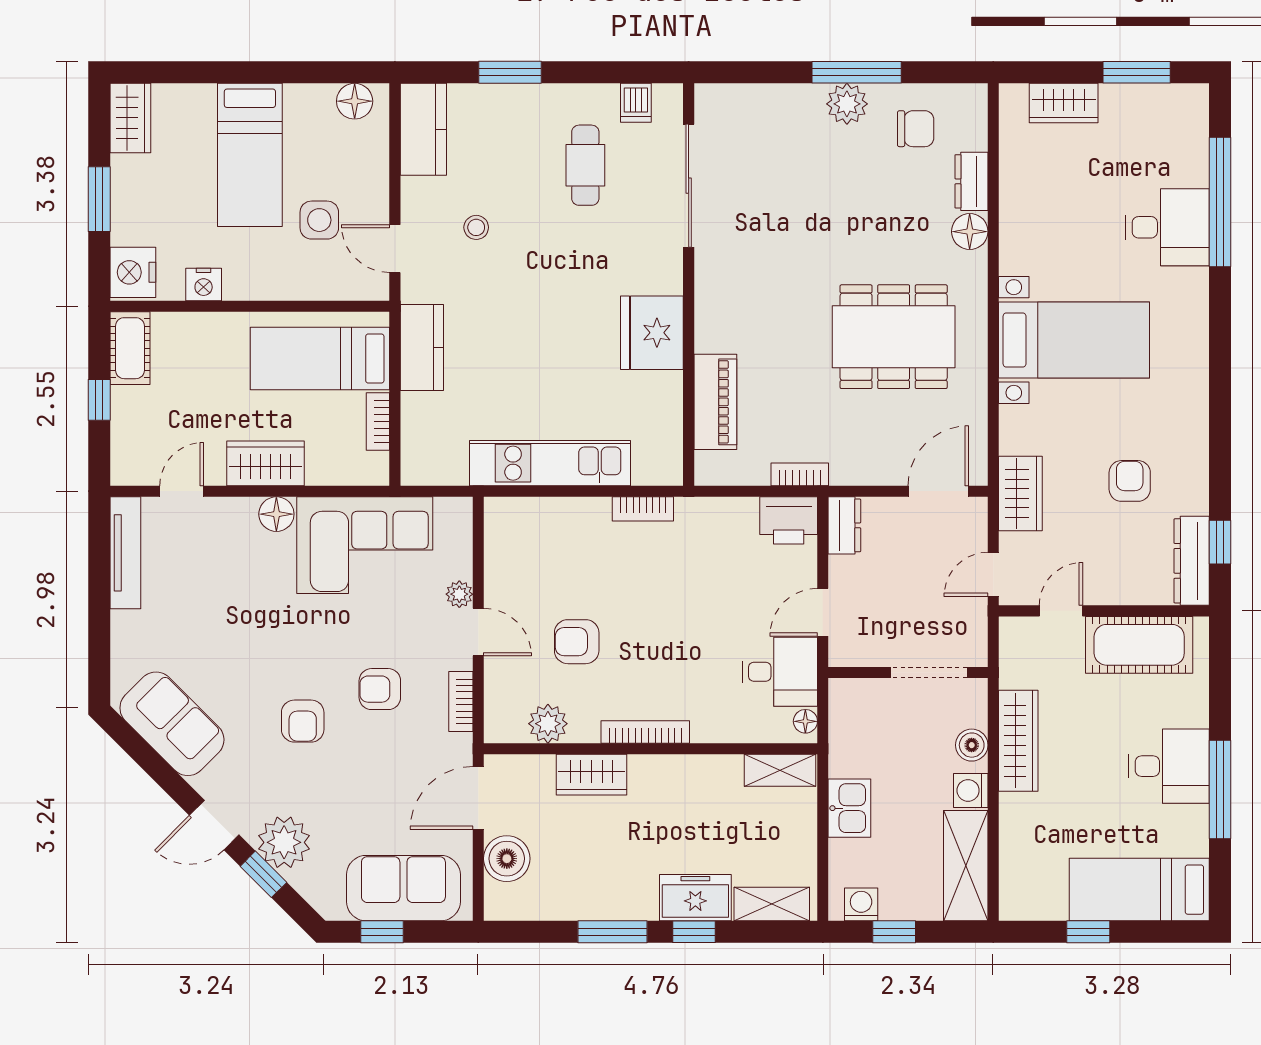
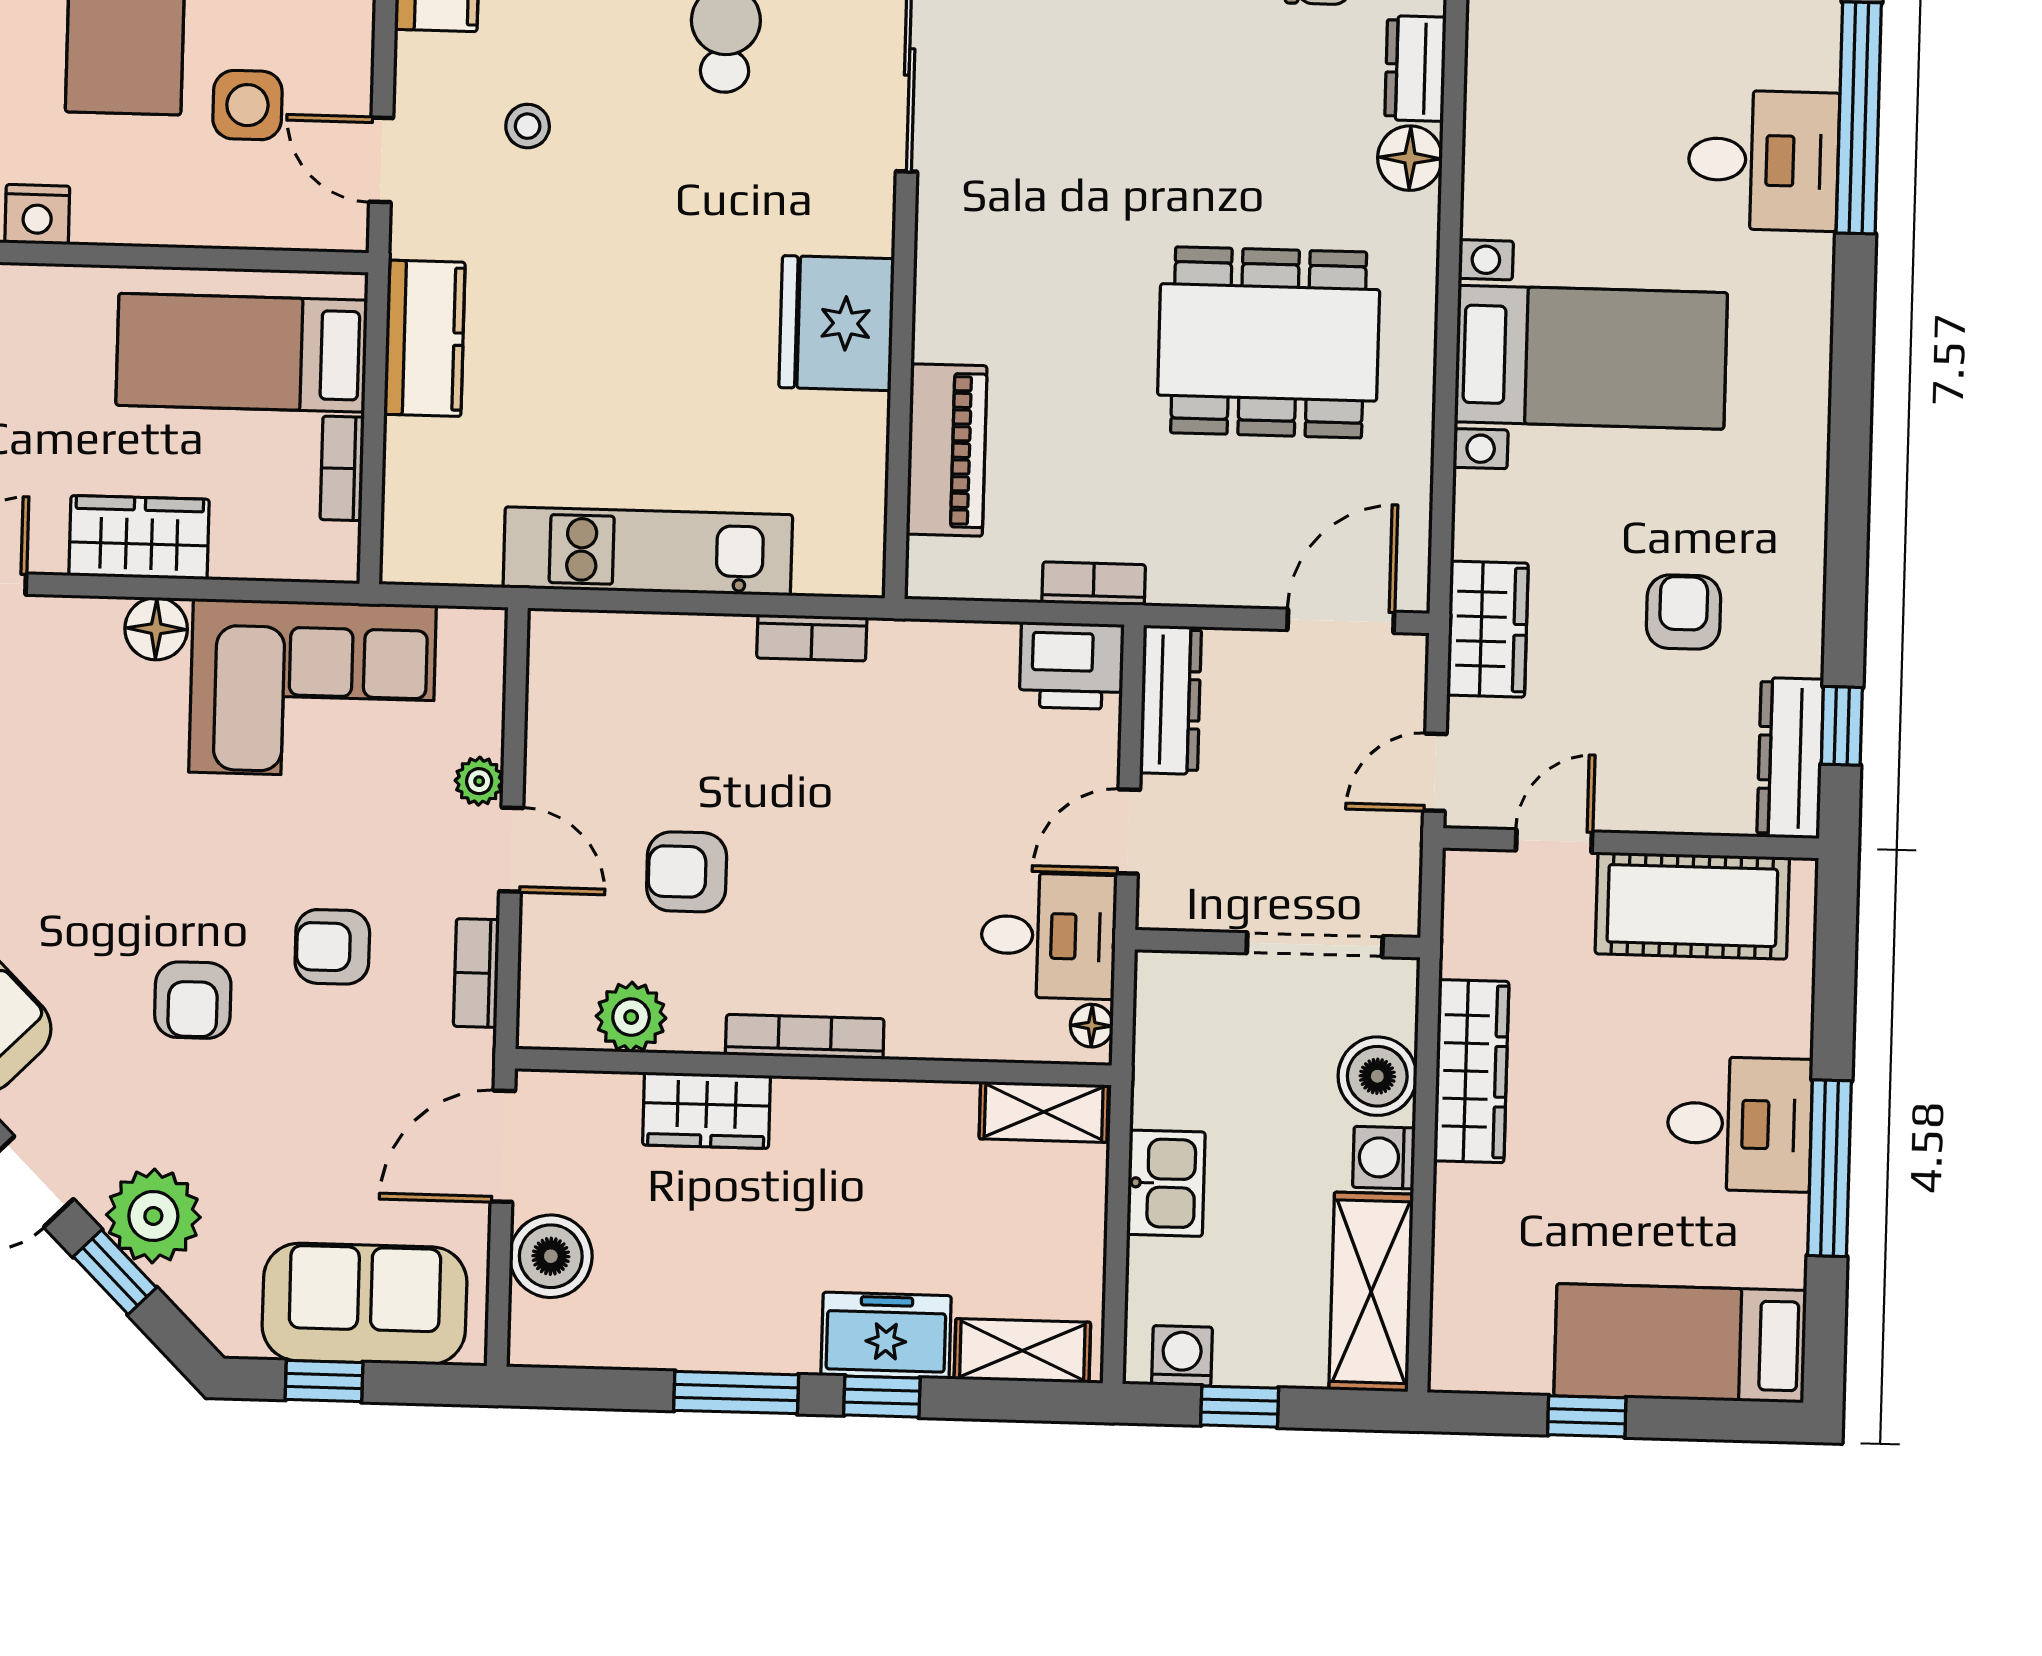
dresser: (844, 525) -> (1171, 700), width x1.44
boiler: (972, 745) -> (1377, 1076), width x1.36, depth x1.36

